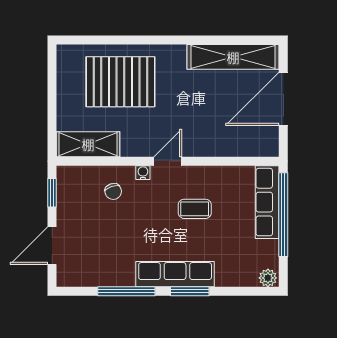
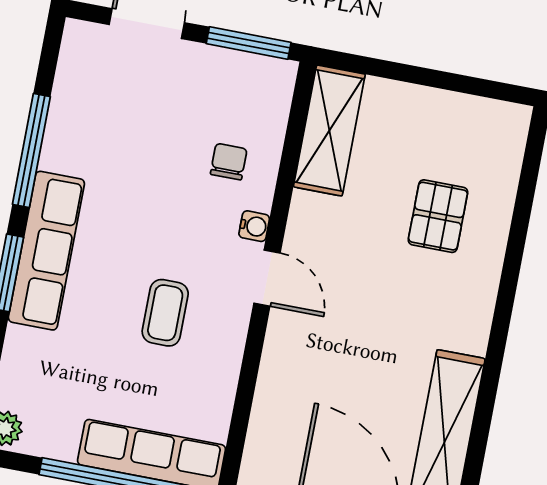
pallet: (120, 82) -> (438, 216), width x0.49, depth x0.50
chair: (113, 191) -> (229, 162), turned 109
window: (52, 193) -> (249, 43), width x1.50

